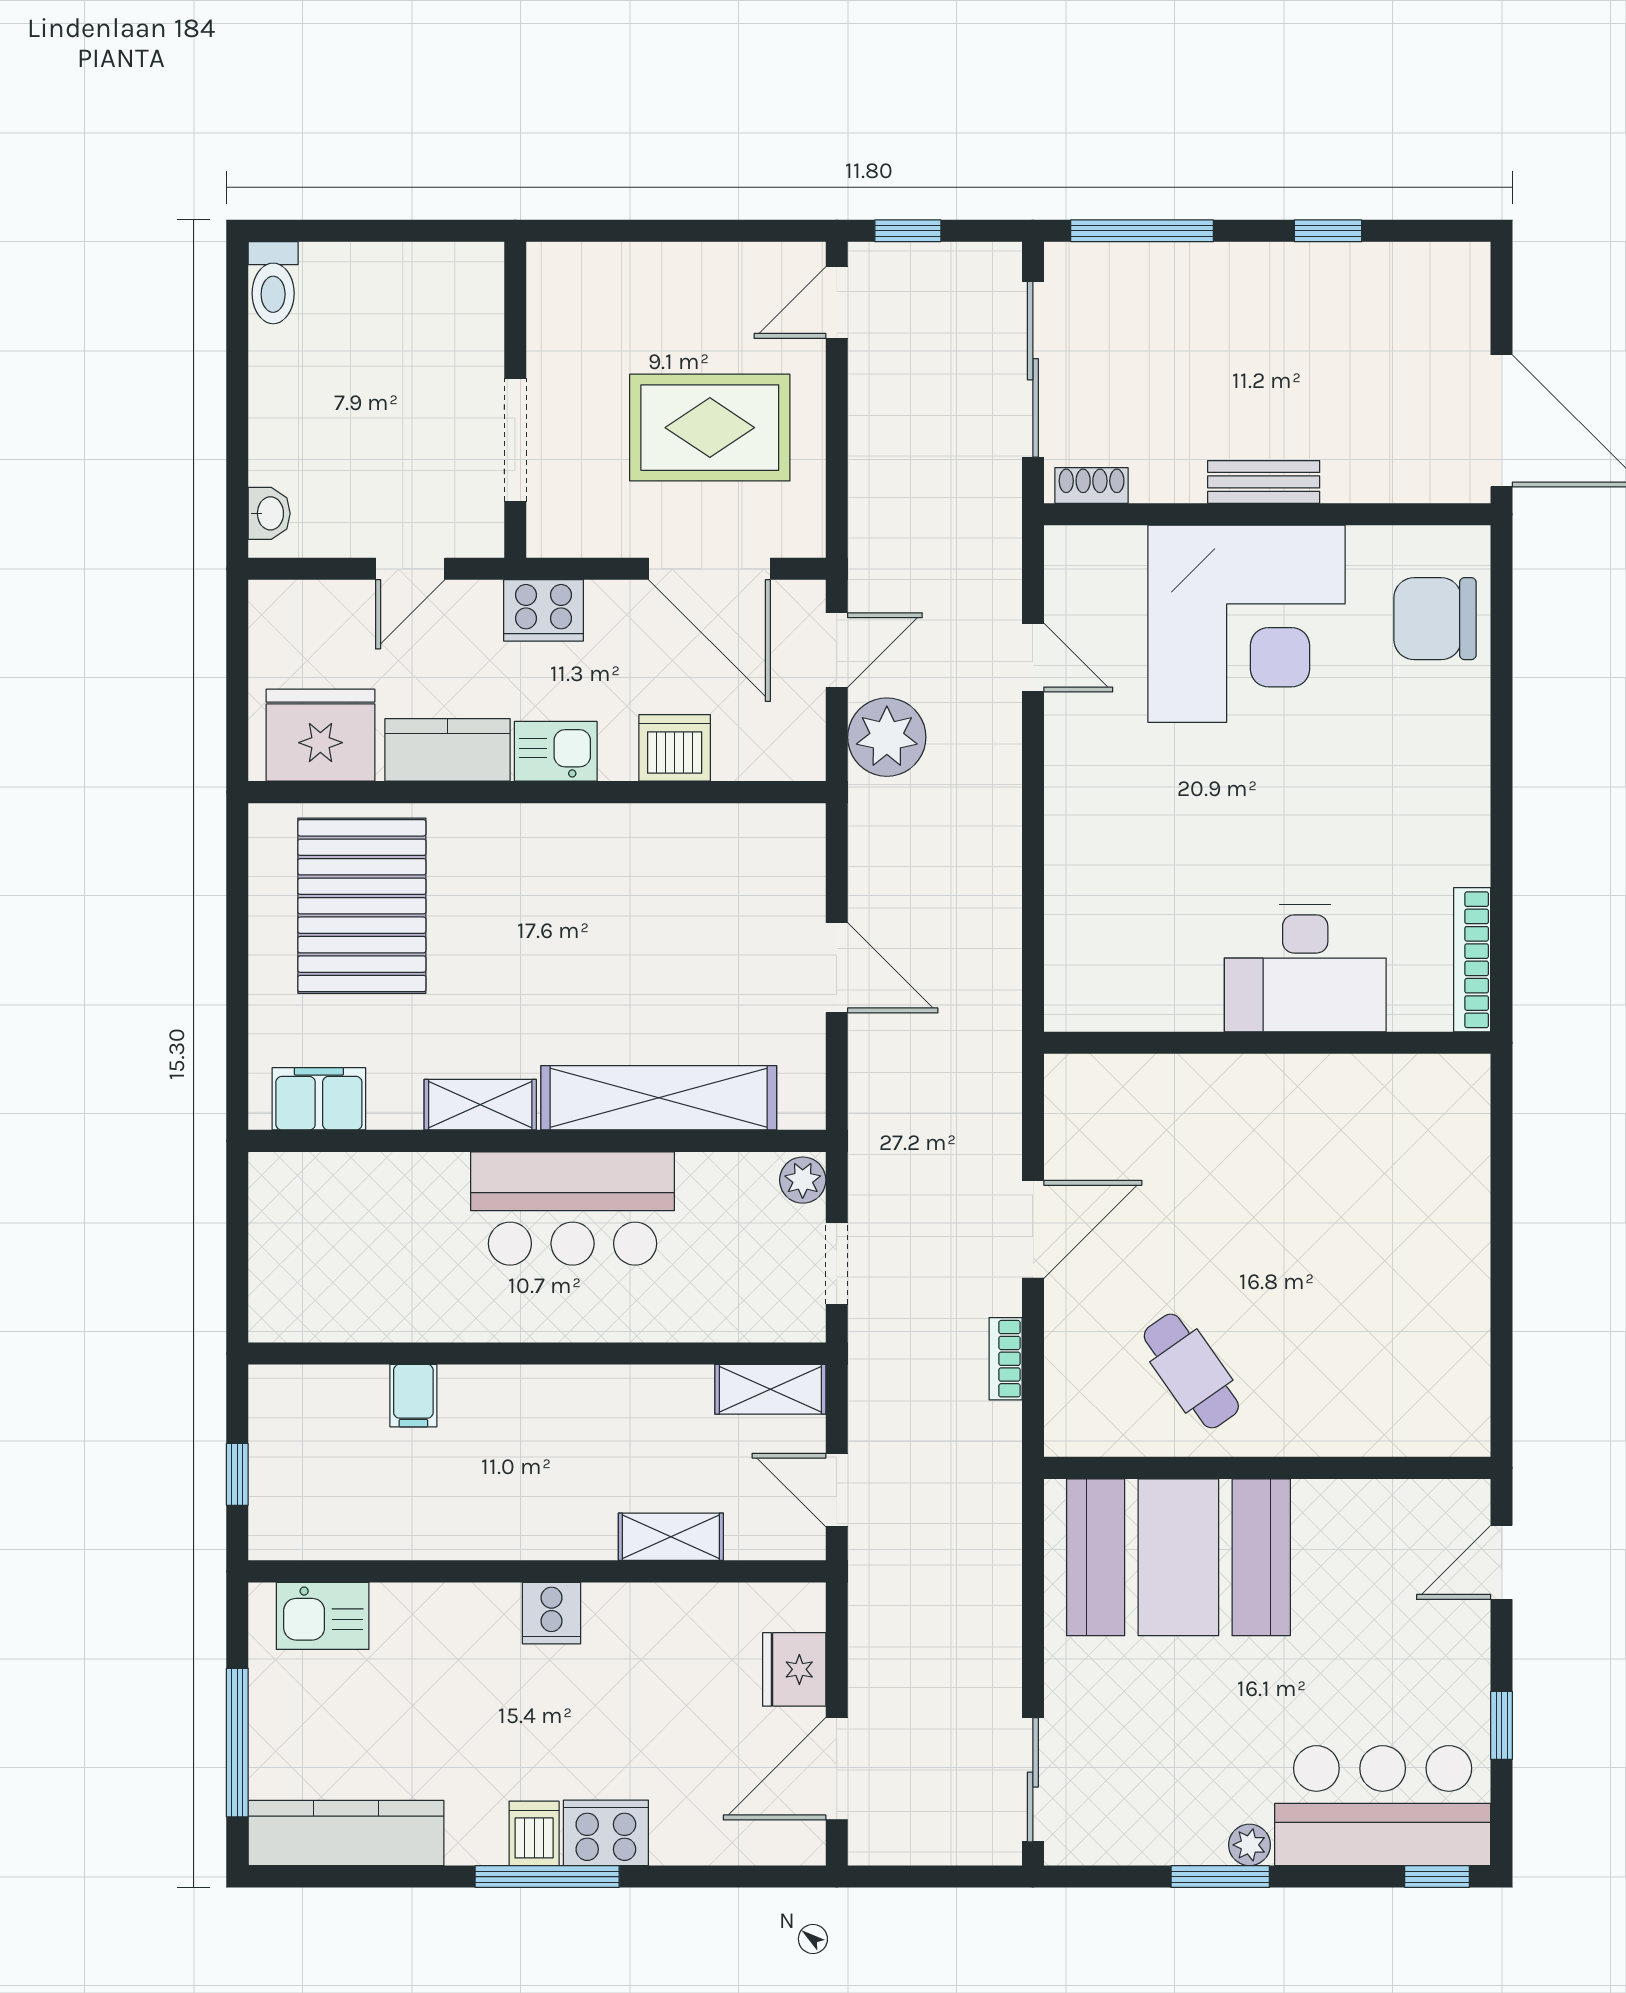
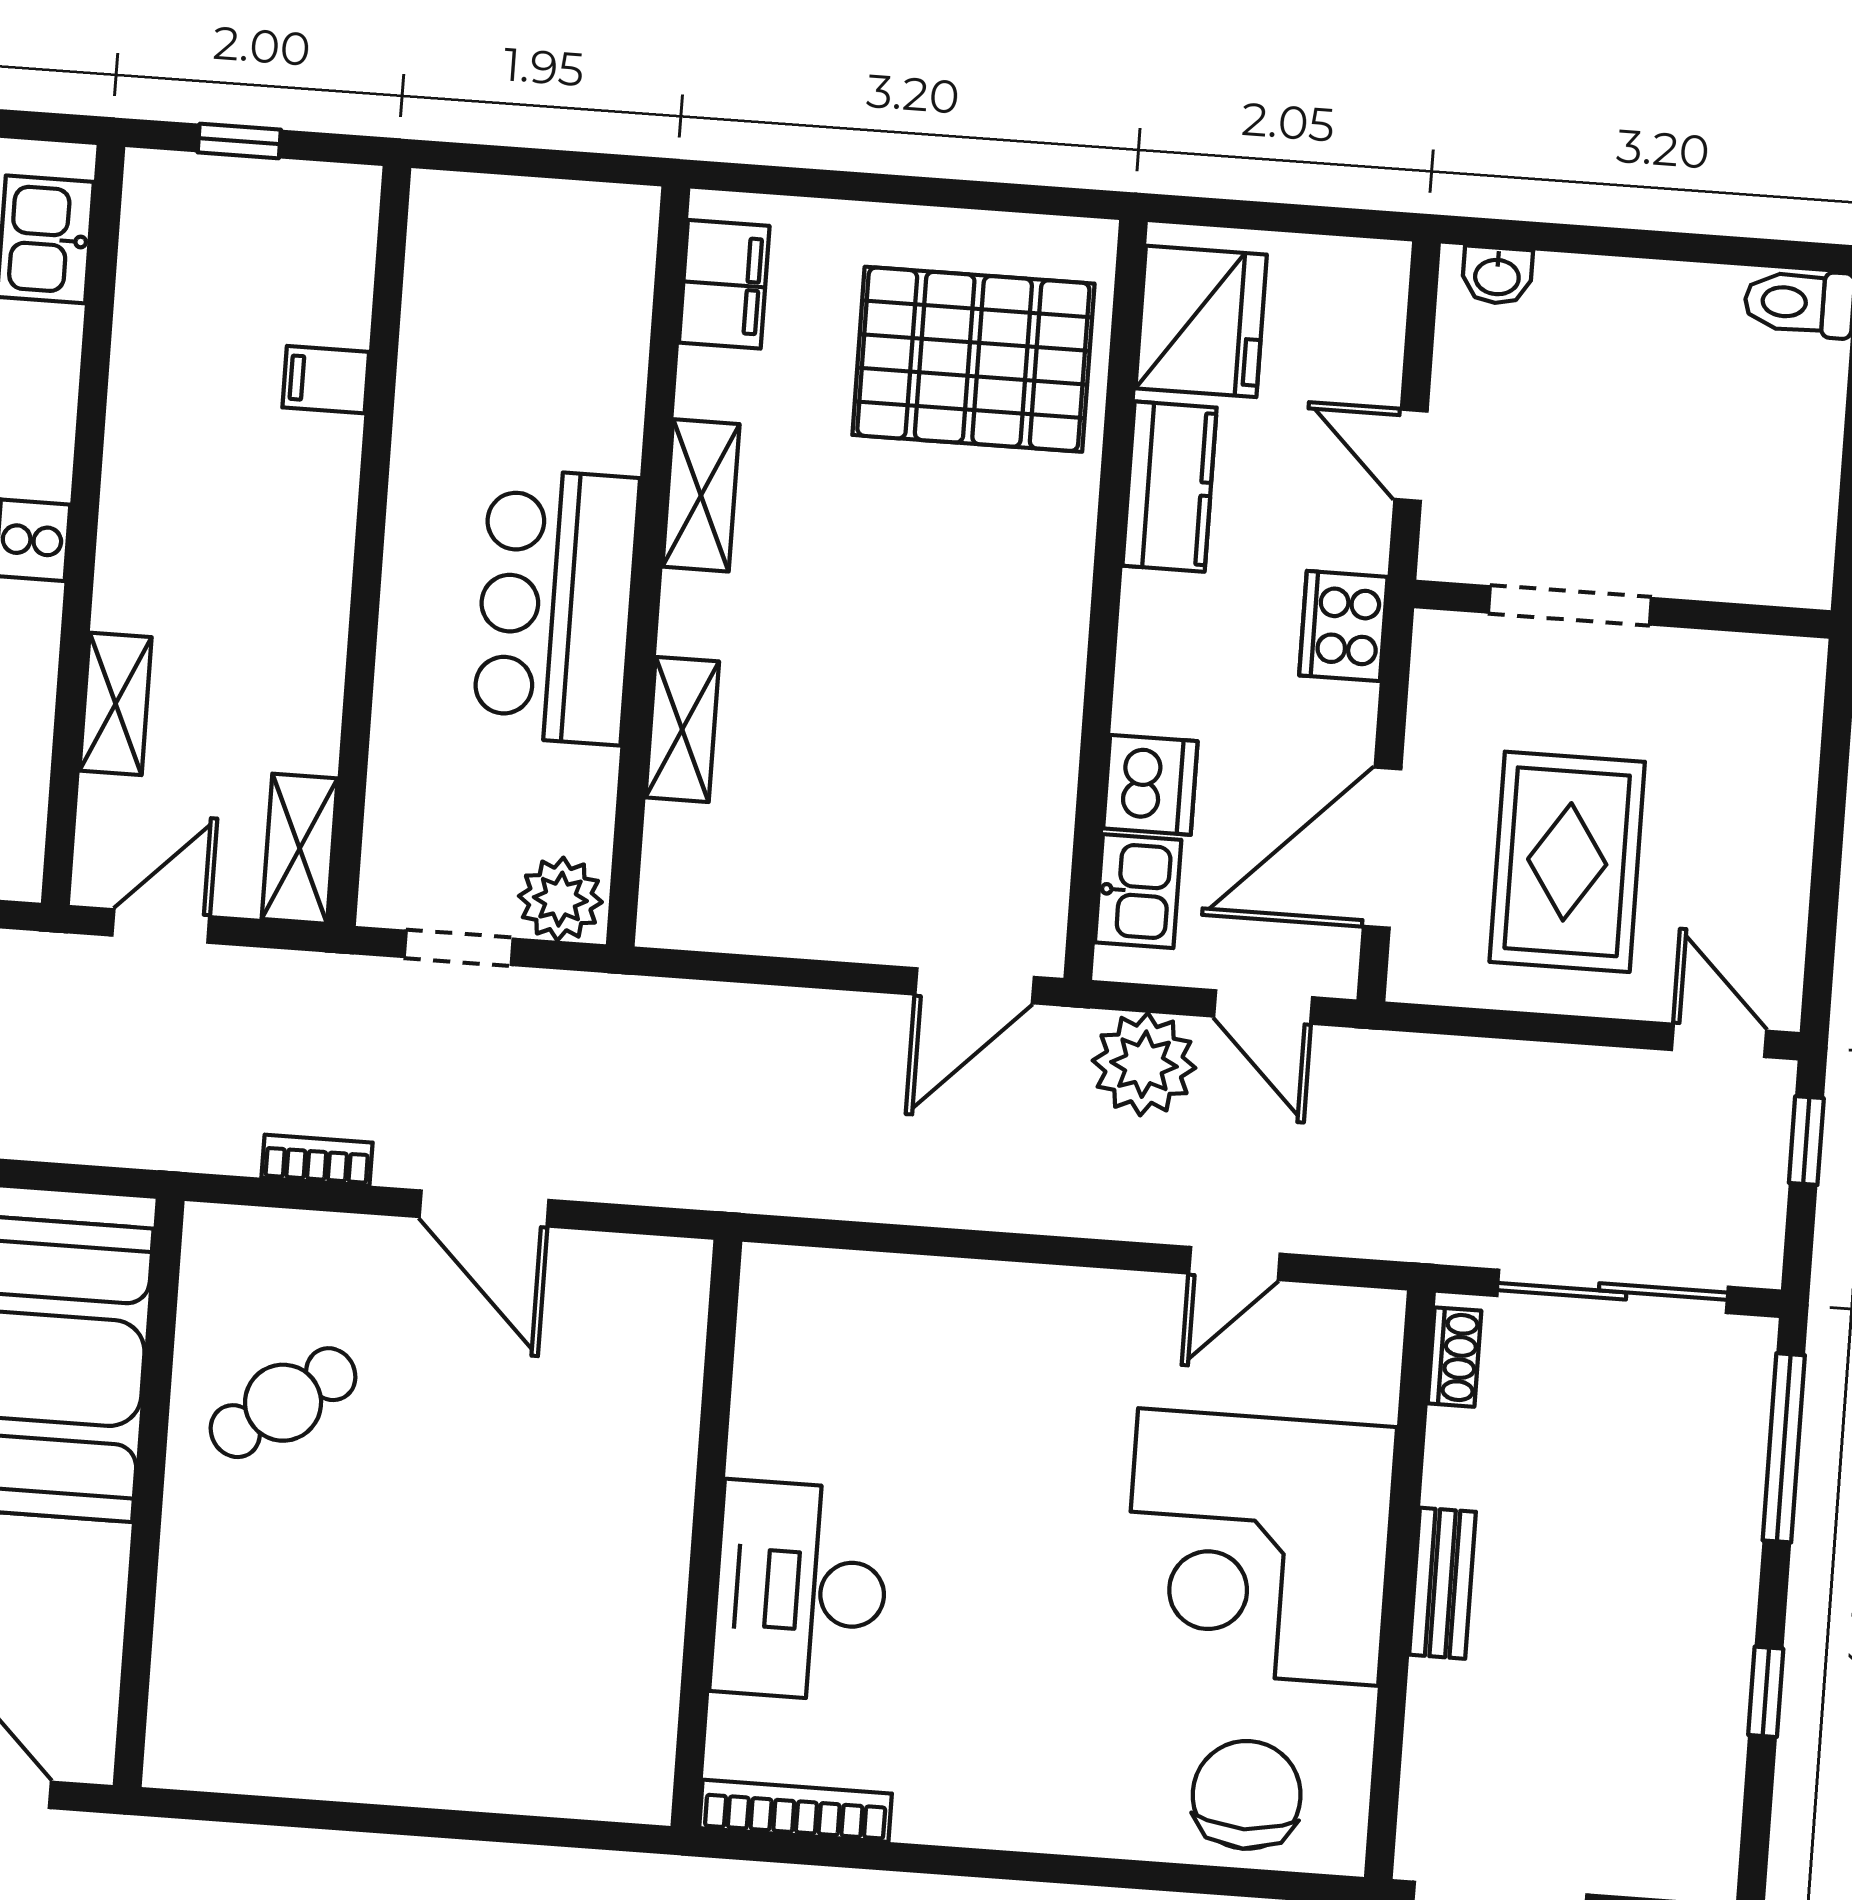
kitchen sink: (556, 751) -> (1138, 891), moved
door: (837, 968) -> (975, 986), moved
shelving: (659, 1098) -> (682, 729), width x0.45, depth x0.75
plant: (803, 1180) -> (560, 899), width x1.38, depth x1.38

